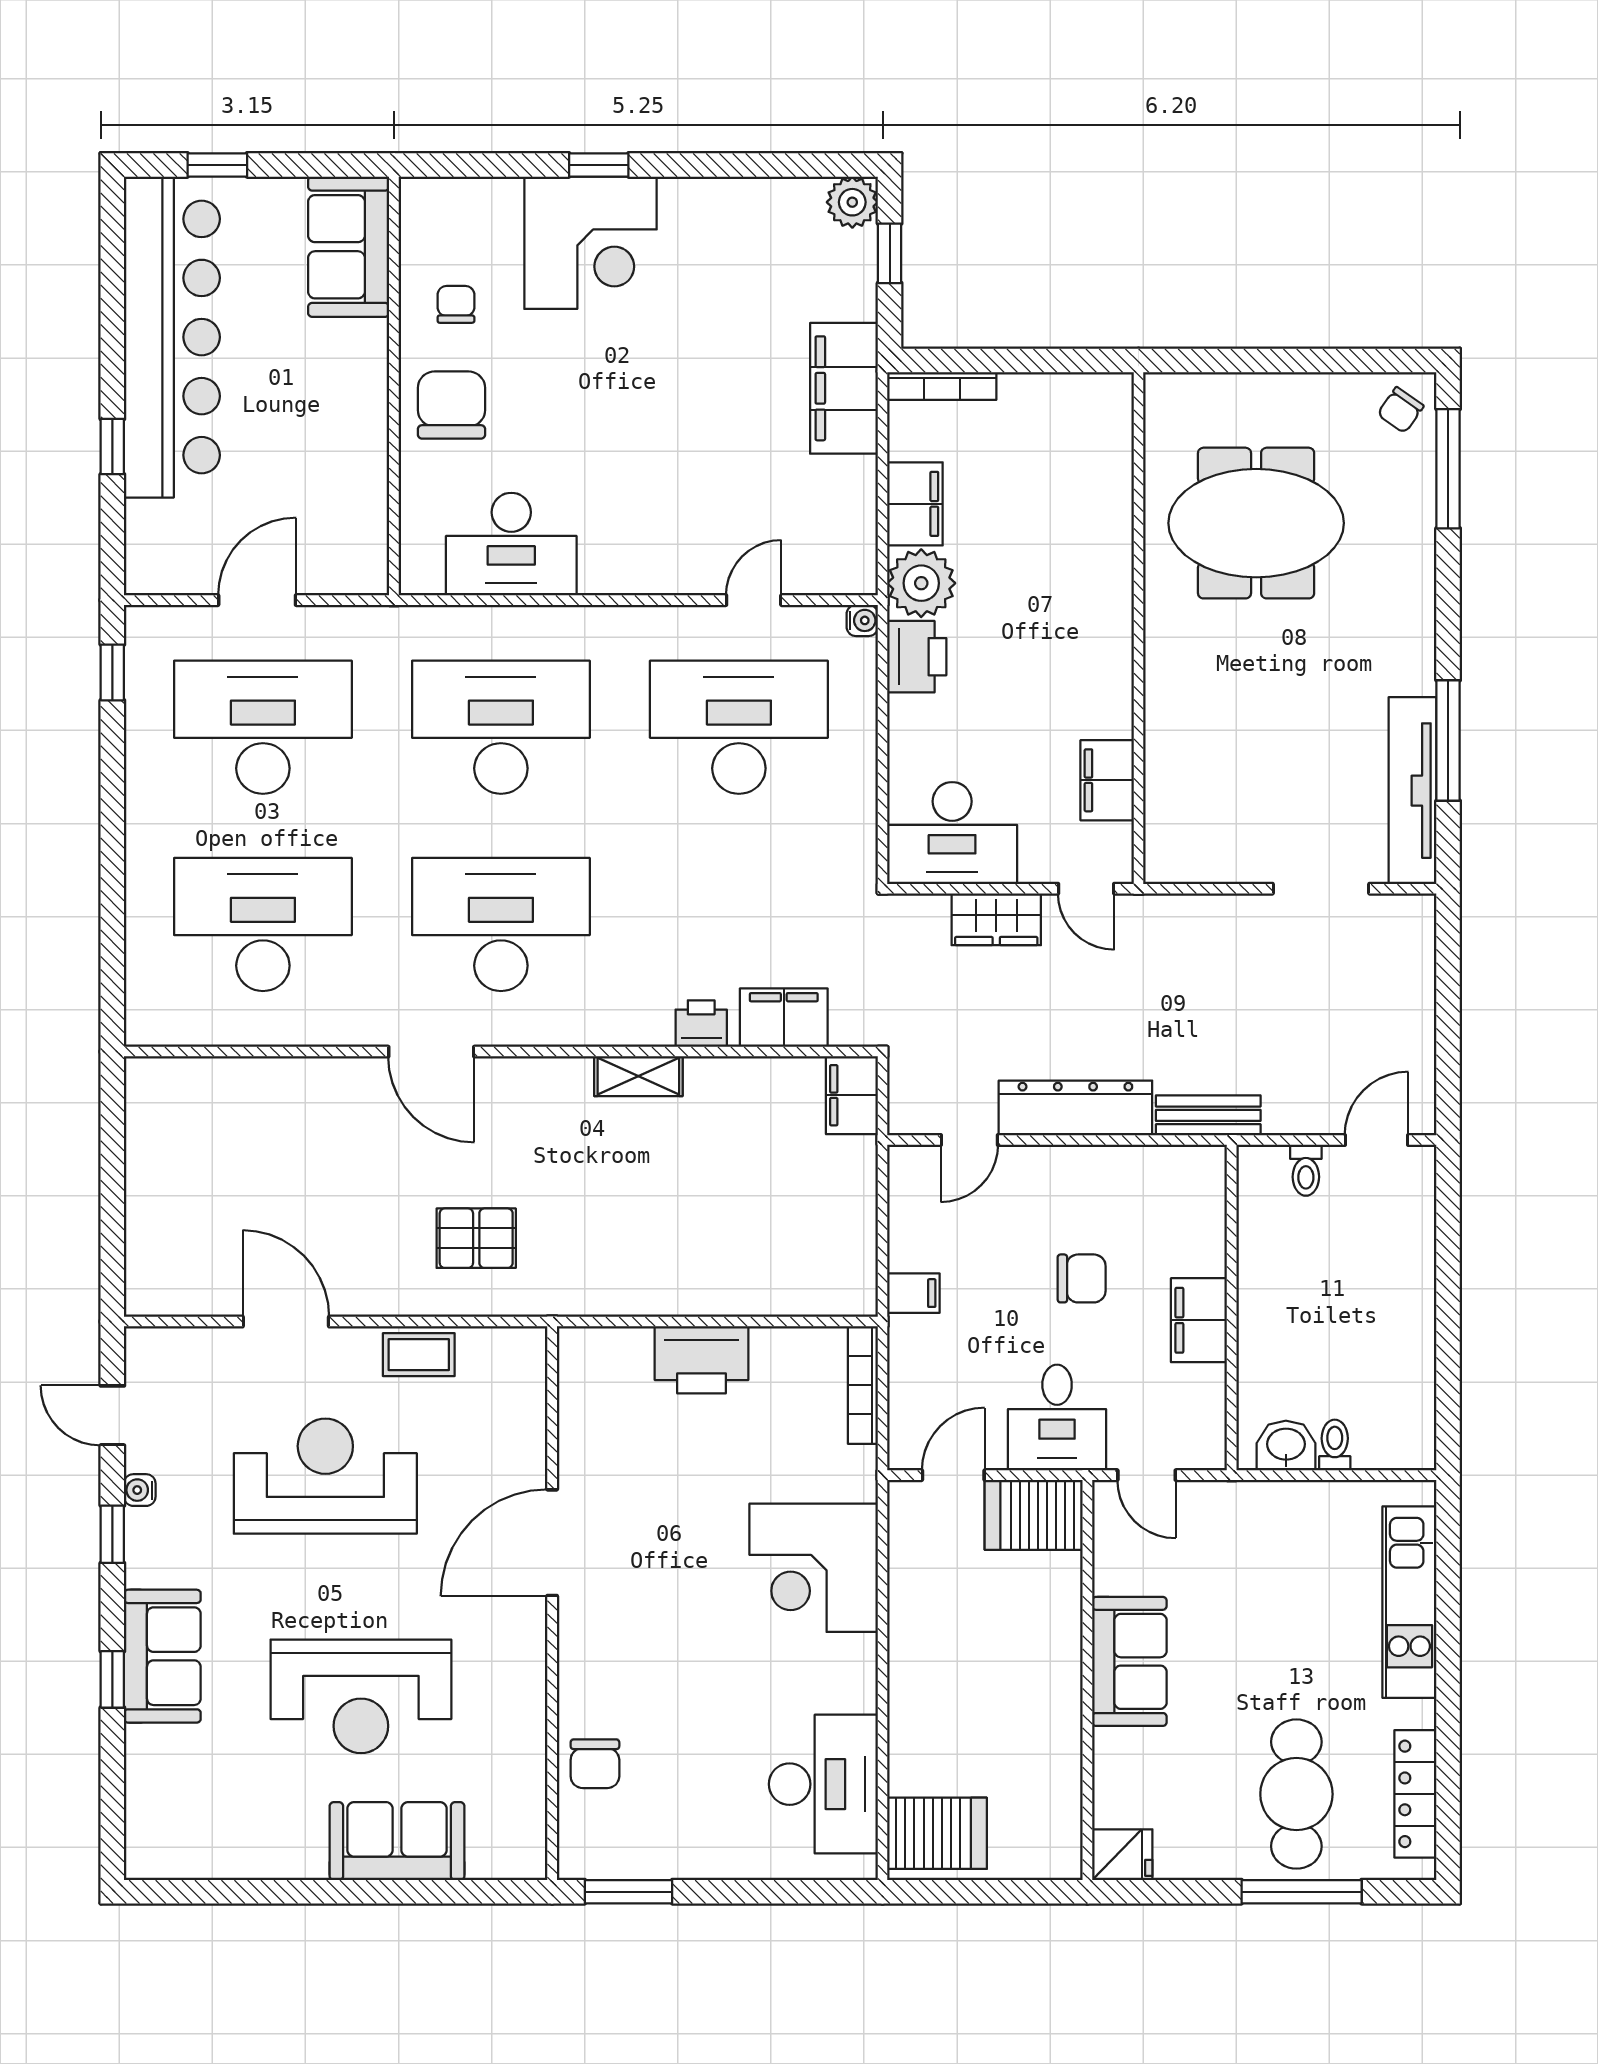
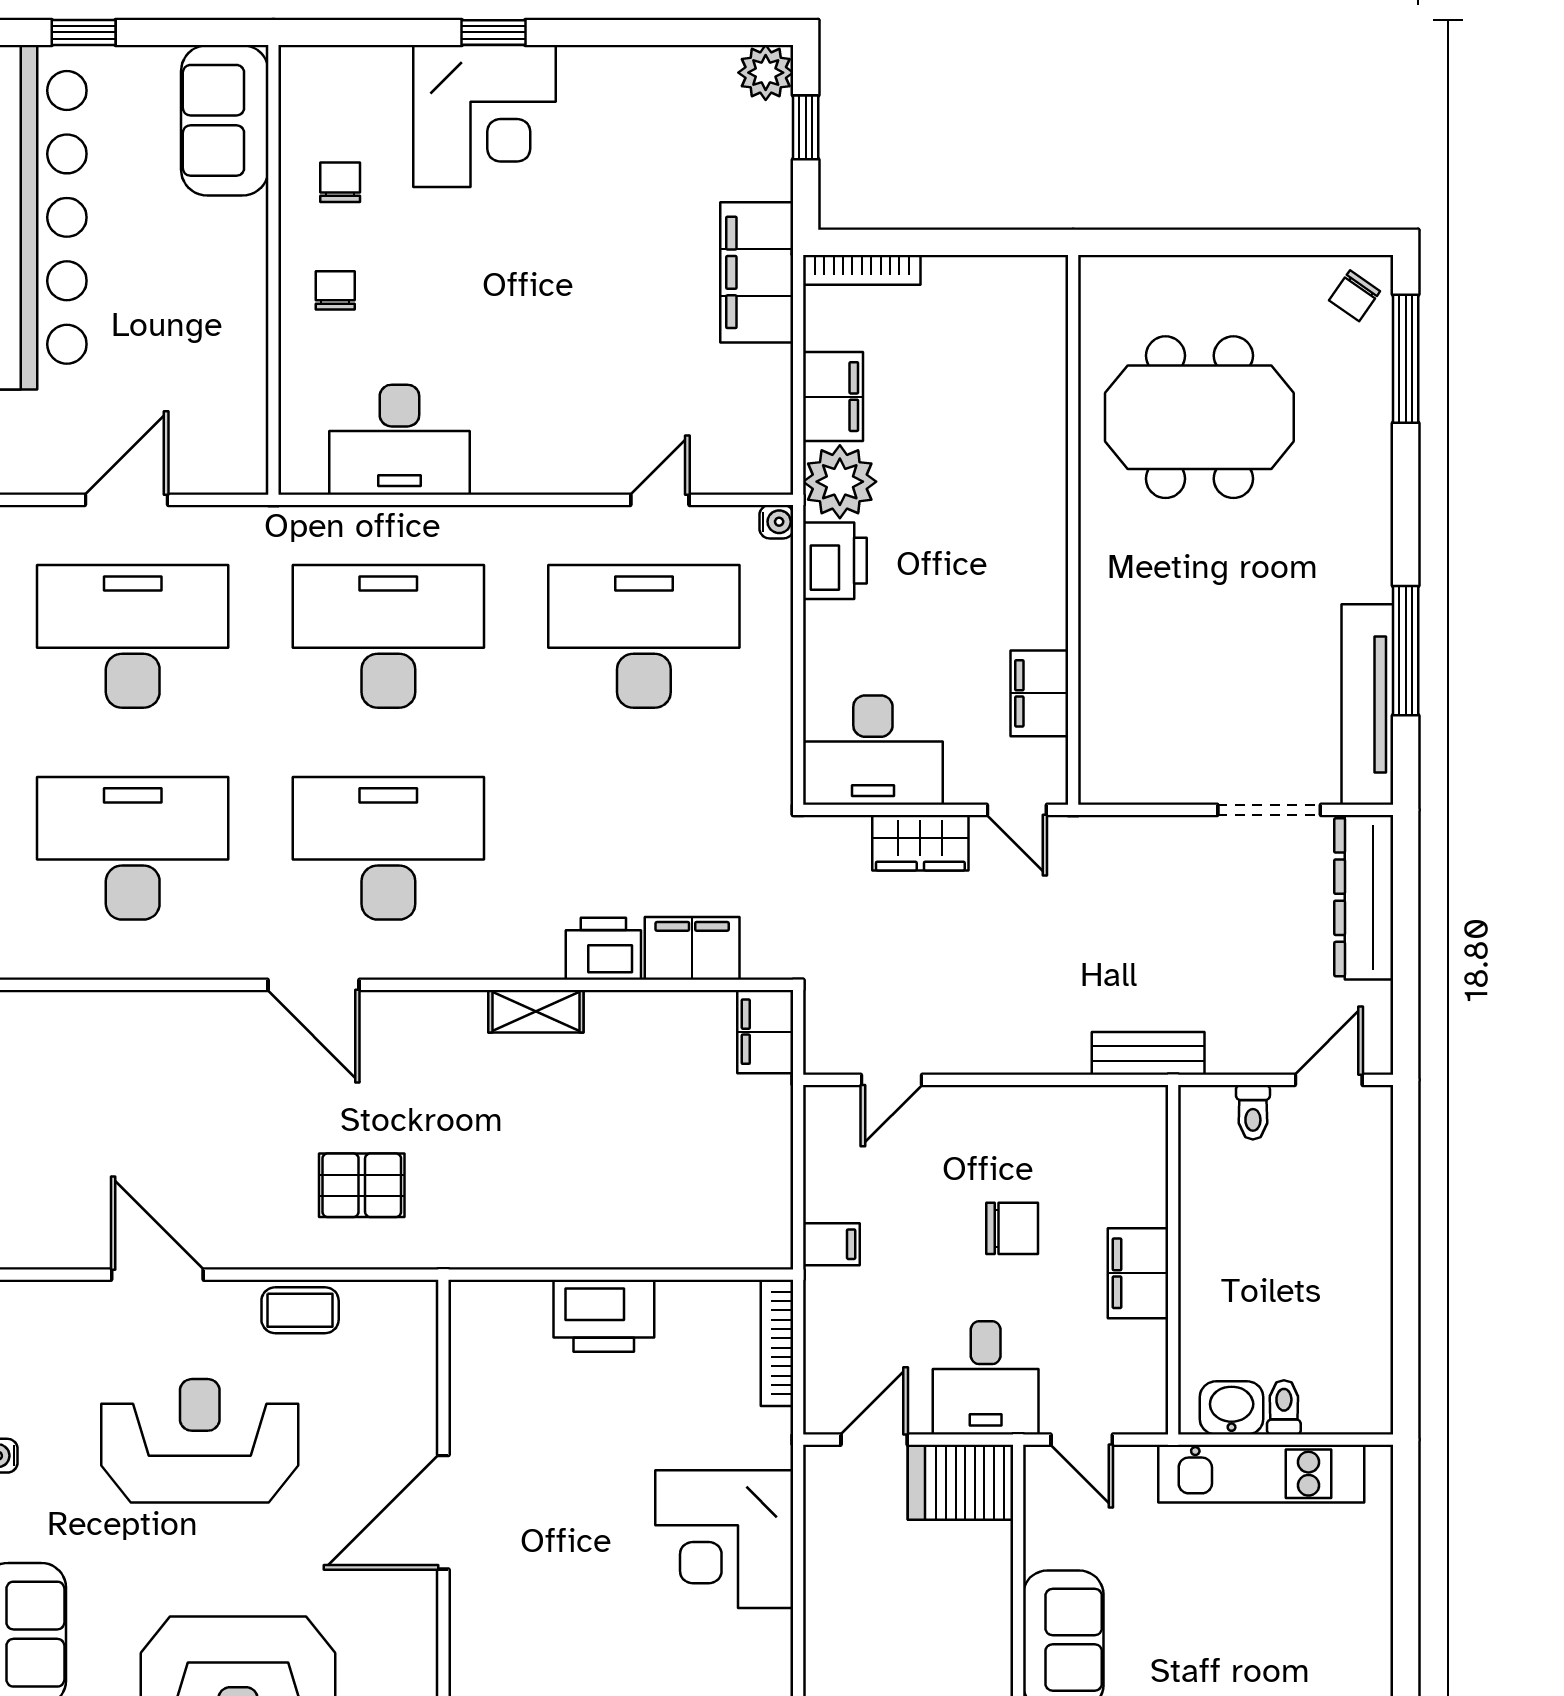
chair: (451, 405) -> (335, 290), width x0.54, depth x0.54
printer: (701, 1024) -> (603, 949), width x1.36, depth x1.24
dresser: (1075, 1108) -> (1364, 897), moved, turned -90
kitchen unit: (1409, 1602) -> (1261, 1474), moved, turned -90

